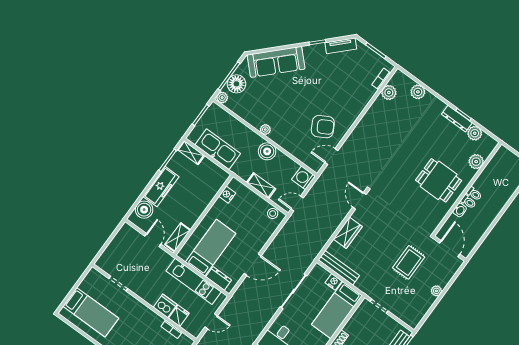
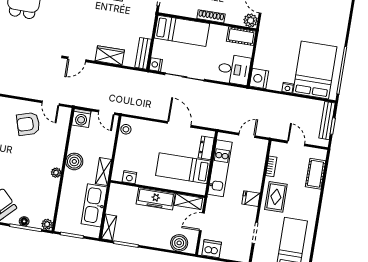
floor lamp: (236, 84) -> (24, 221), width x0.53, depth x0.53
armchair: (323, 127) -> (28, 124), turned -78
shelving: (261, 186) -> (104, 172), moved
freezer: (161, 187) -> (156, 199), moved, turned 180
bench: (339, 268) -> (143, 53), width x0.73
nightstand: (333, 282) -> (156, 65), moved
dishwasher: (165, 306) -> (212, 249), moved, turned 90
fridge: (179, 316) -> (251, 199), moved
rug: (141, 319) -> (276, 197), added
door: (211, 321) -> (247, 135), hinge flipped

